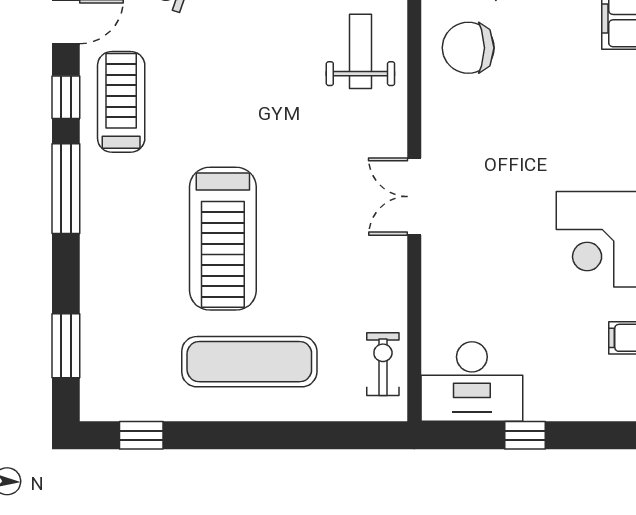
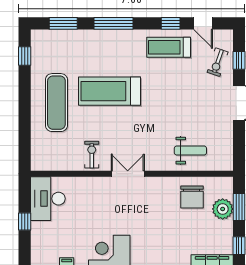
chair: (468, 48) -> (192, 197), turned 180
treadmill: (121, 102) -> (169, 47), turned 180
window: (66, 189) -> (113, 23), moved
exercise bike: (383, 364) -> (92, 155), moved, turned -90

